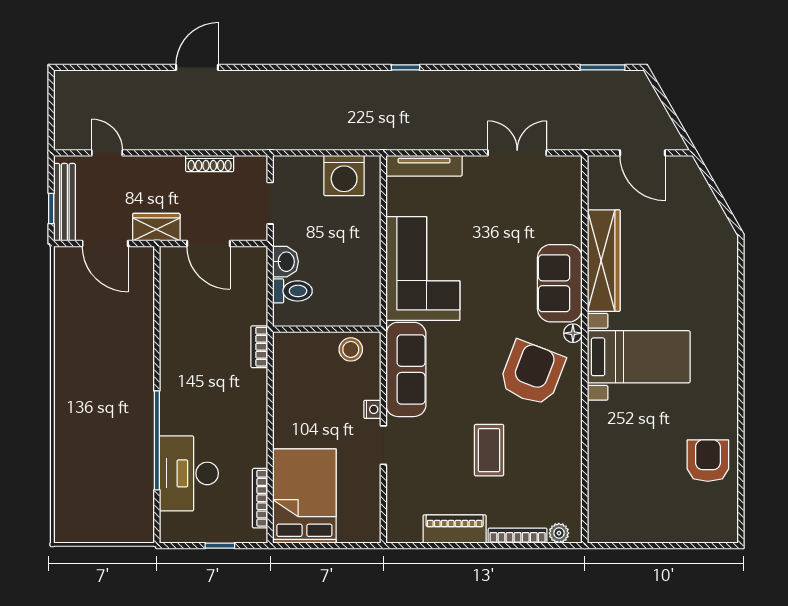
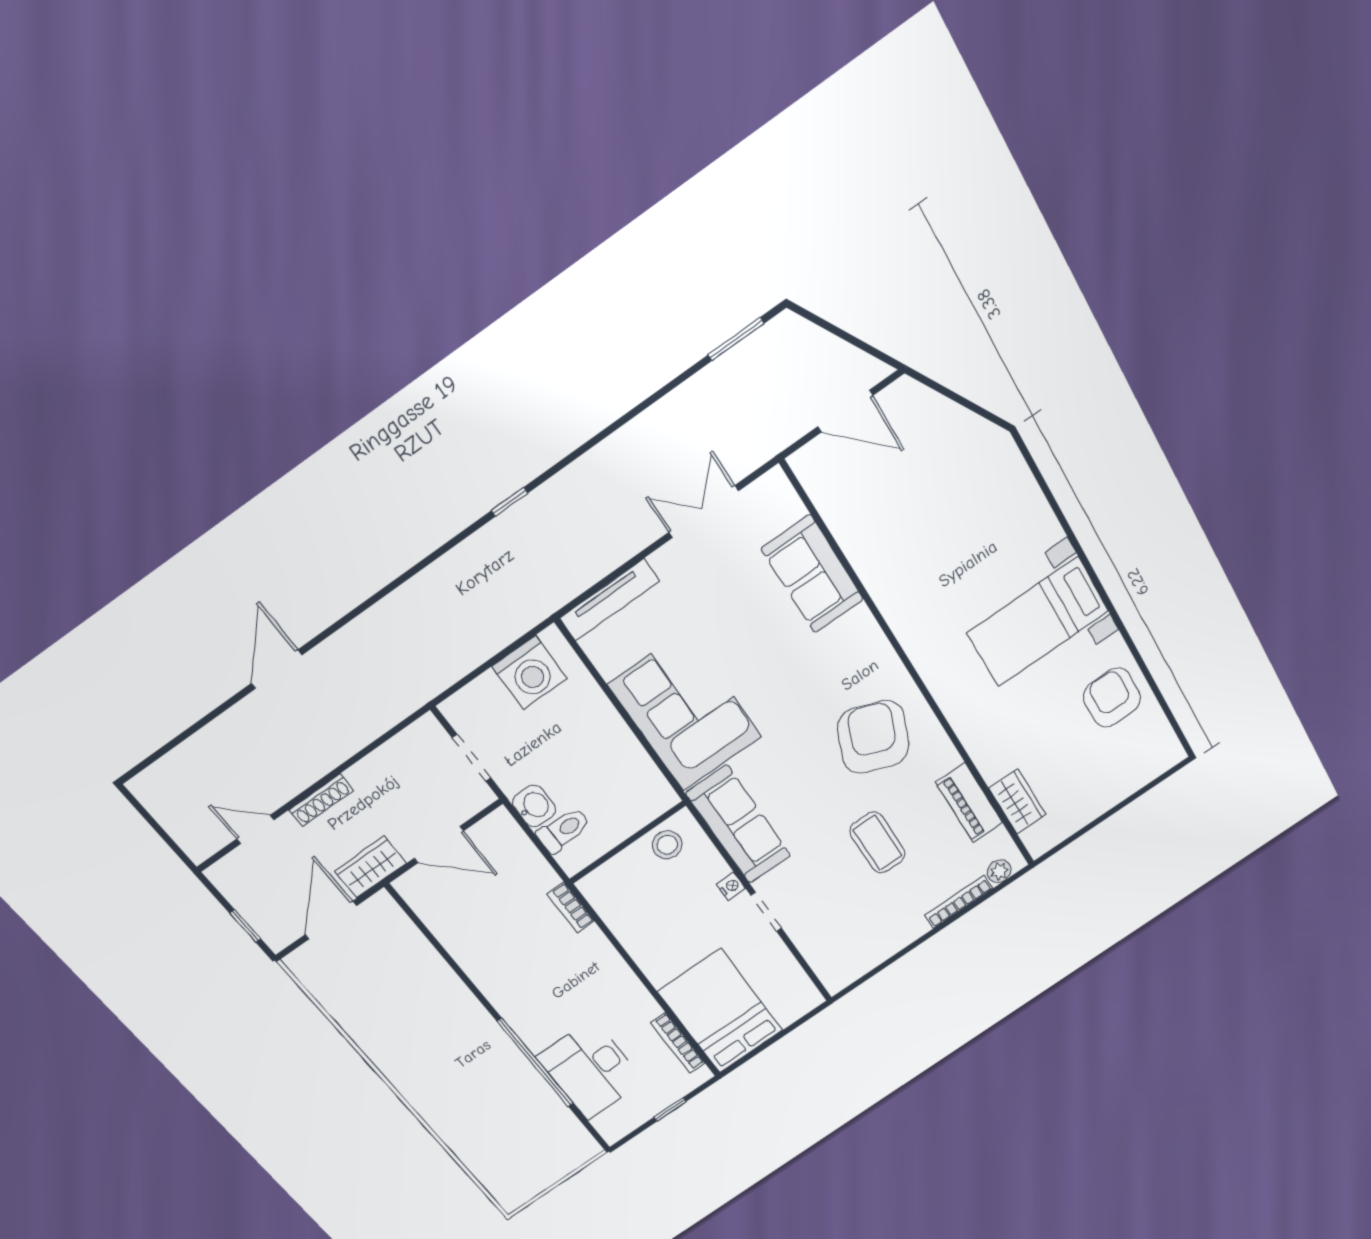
shoe rack: (210, 164) -> (321, 800), moved
bench: (64, 202) -> (254, 910), removed
door: (105, 243) -> (331, 920), swing flipped
wardrobe: (604, 261) -> (1017, 802), moved, width x0.48, depth x0.85
sofa: (560, 283) -> (813, 574), moved
floor lamp: (573, 333) -> (891, 666), removed
bed with nightstands: (639, 357) -> (1038, 622), moved, turned 180
piano: (455, 529) -> (969, 803), moved, turned -90

